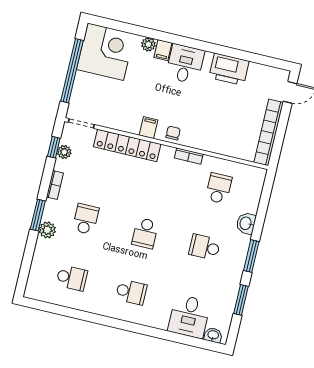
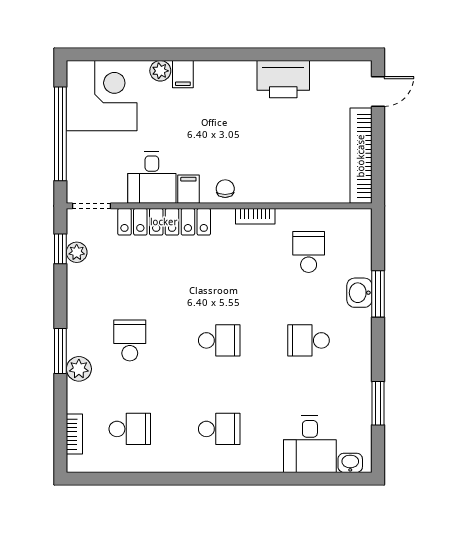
desk: (185, 64) -> (152, 178), moved, turned 180
bookcase: (55, 185) -> (74, 434), moved
school desk: (145, 233) -> (219, 340), turned -90
window: (251, 256) -> (378, 294), moved

